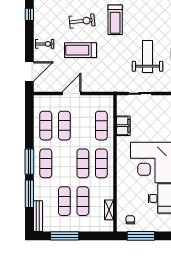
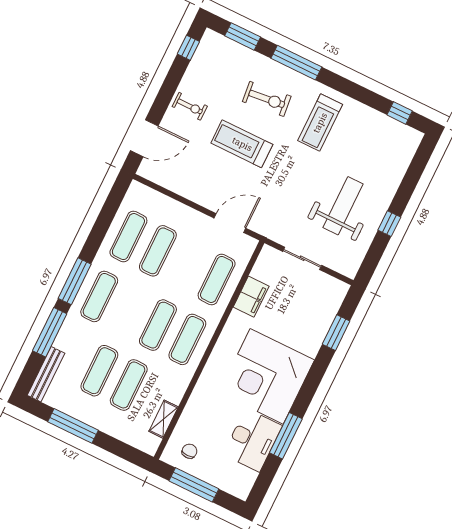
door: (72, 93) -> (230, 223), moved

